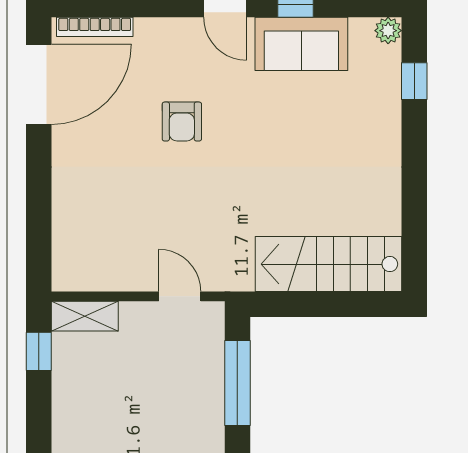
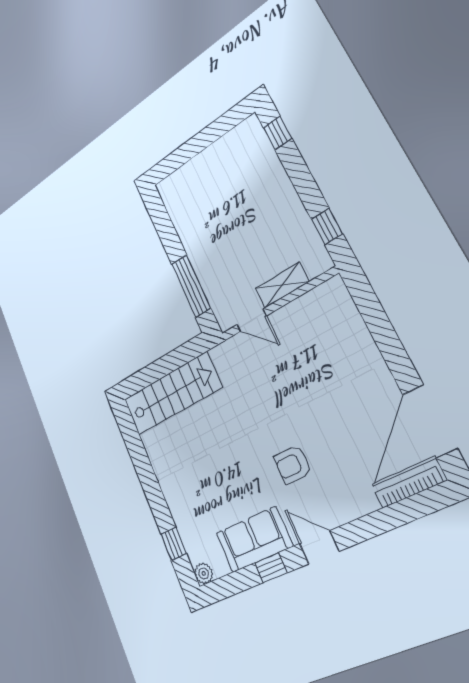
armchair: (182, 122) -> (293, 465), moved, turned -90
shelving: (85, 316) -> (282, 285), moved

